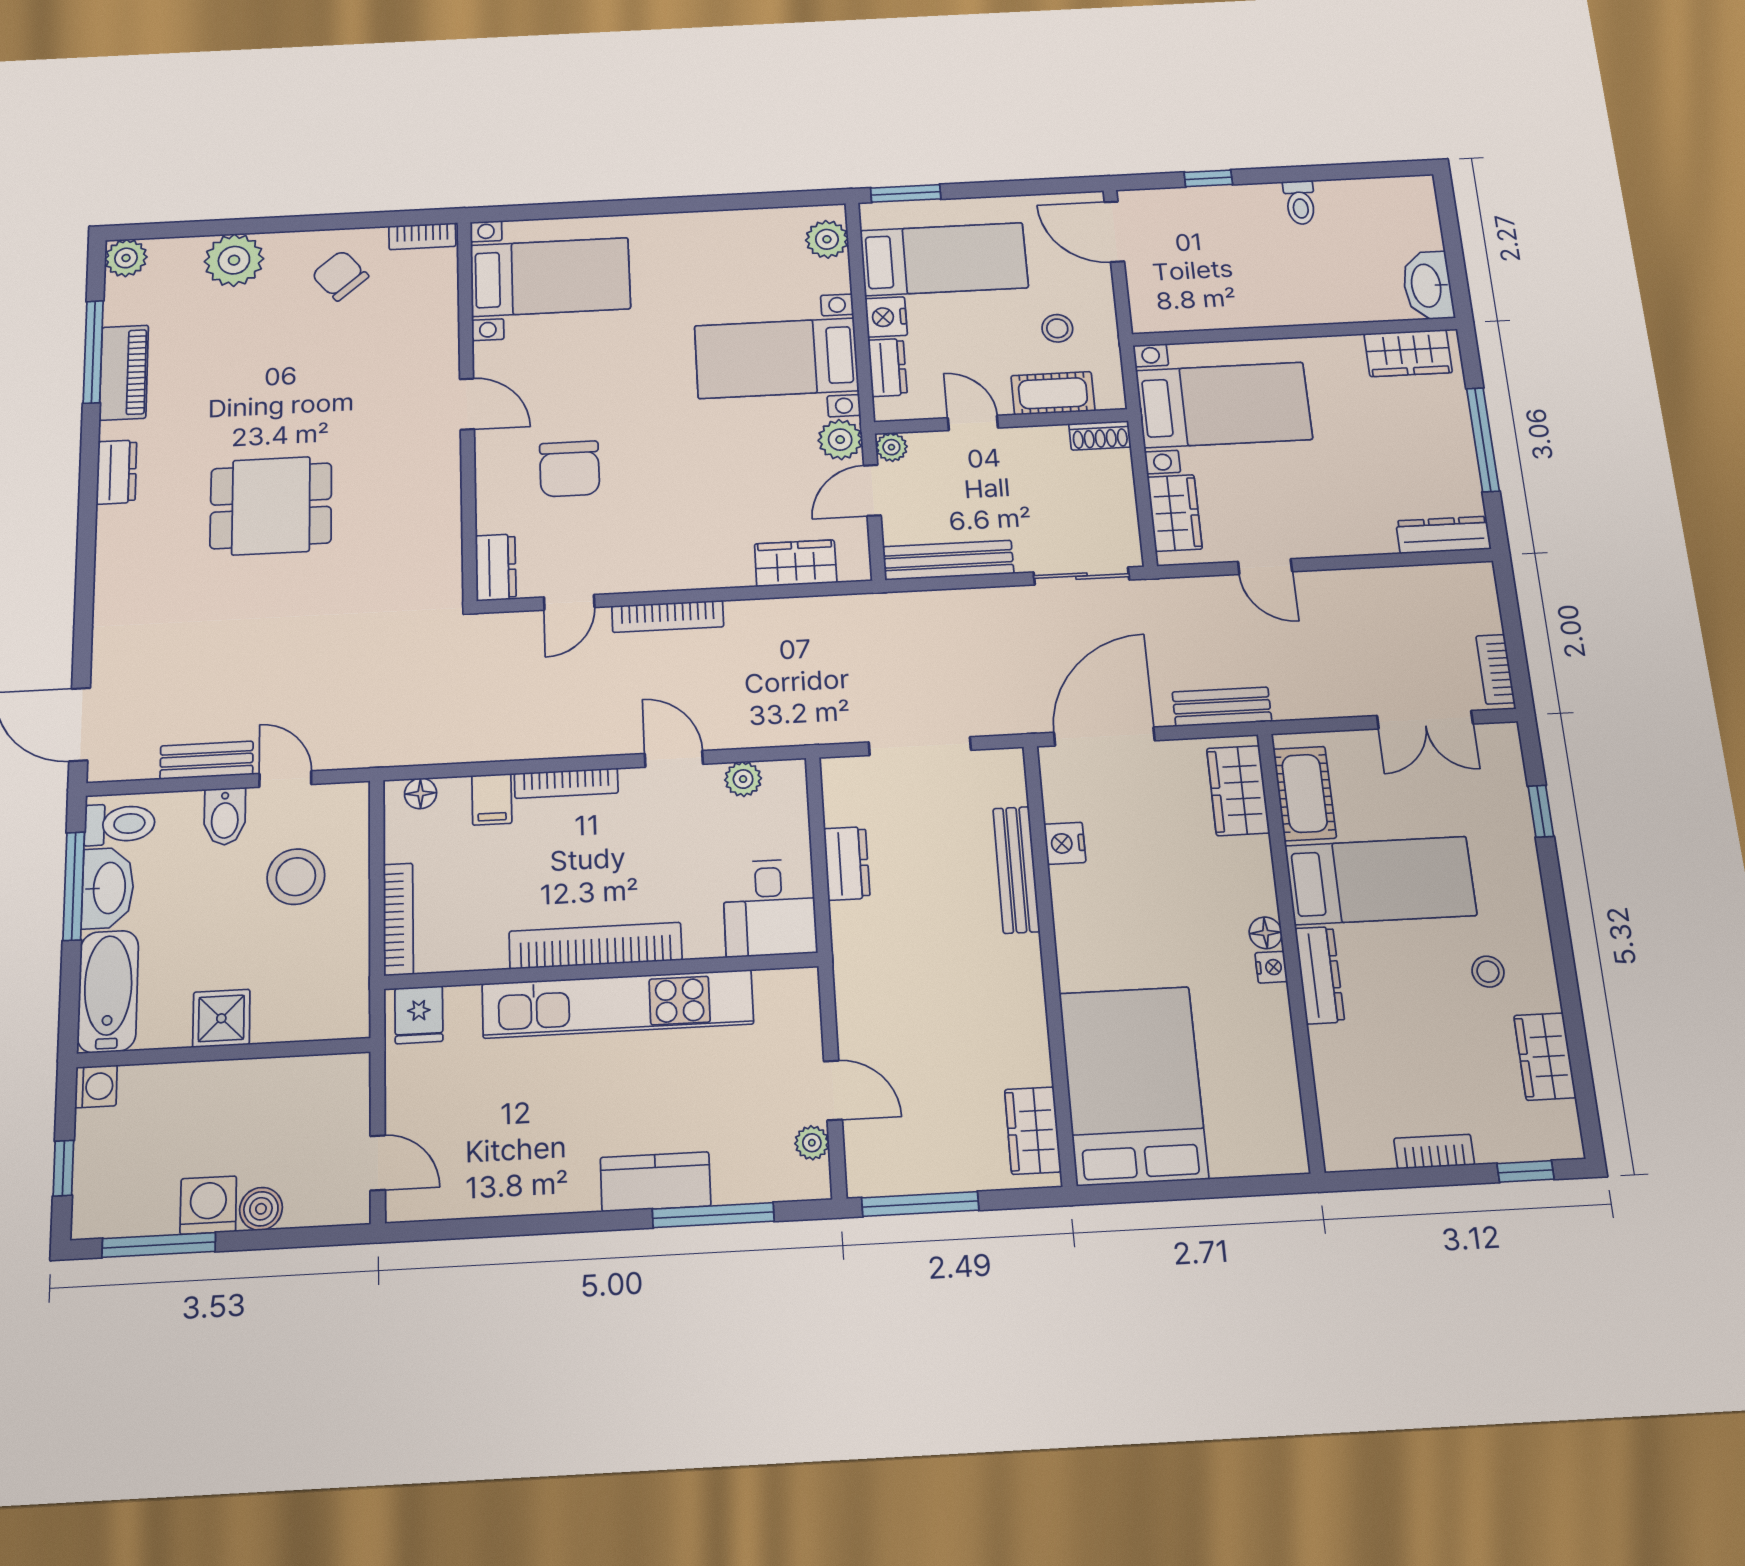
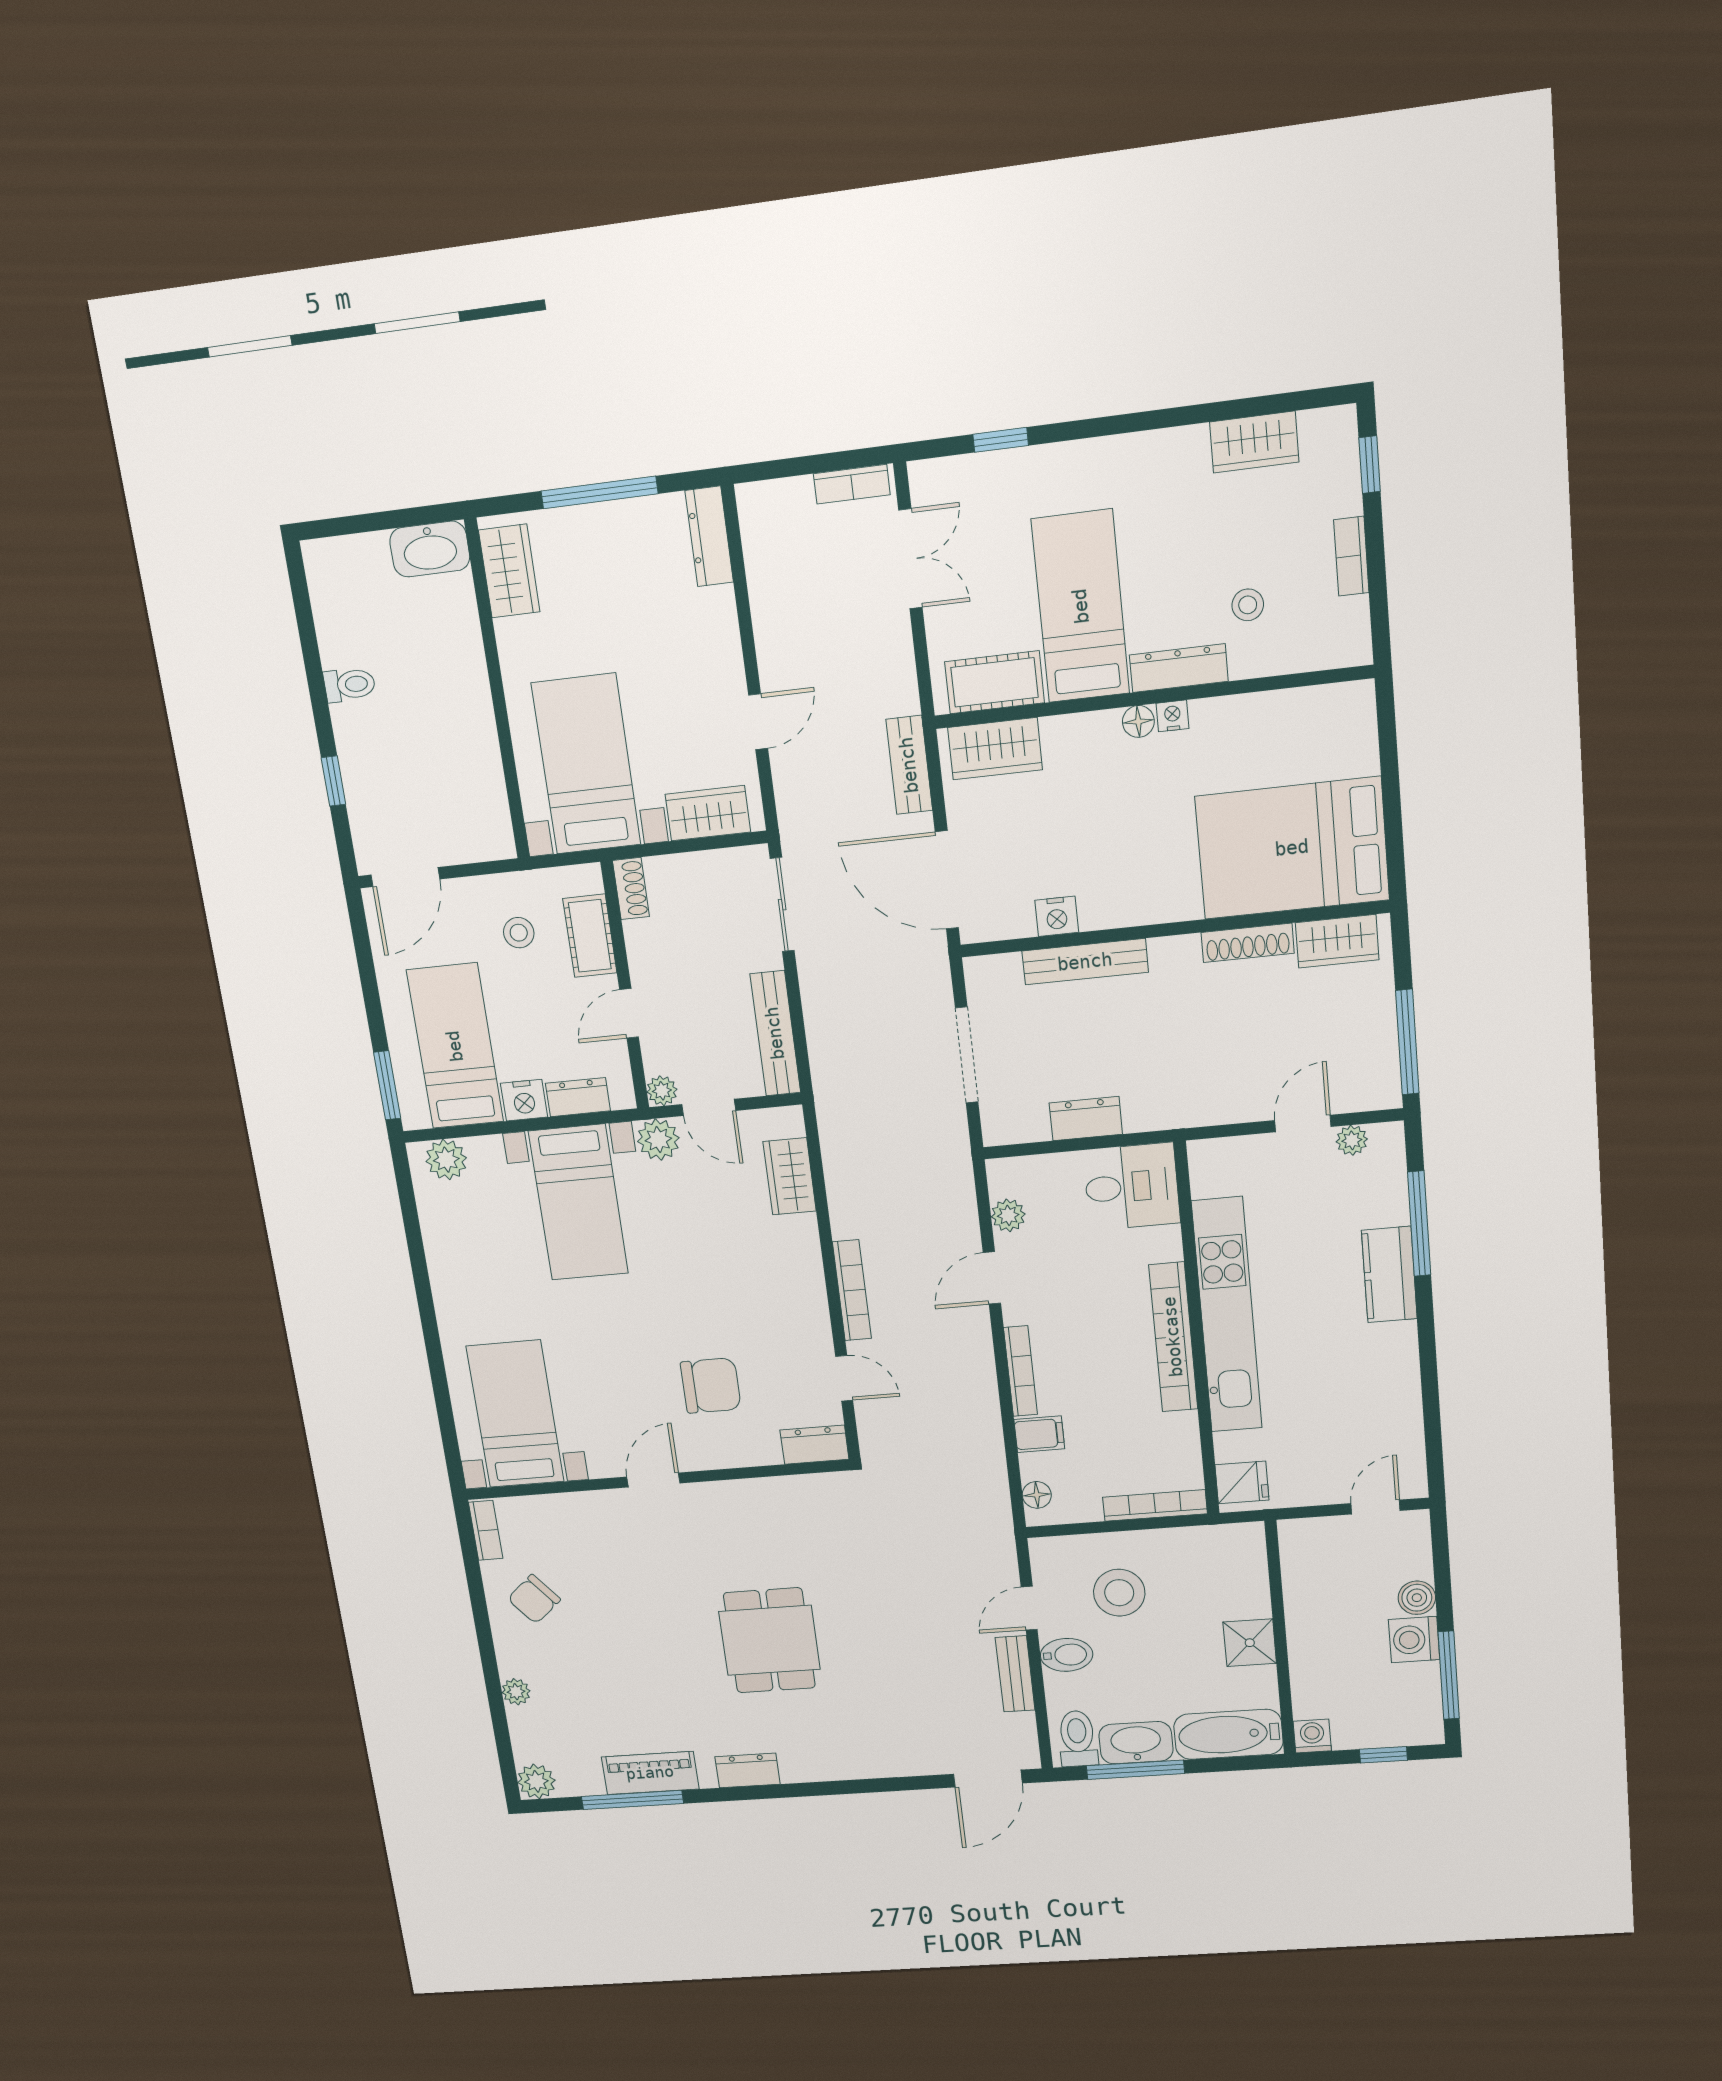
plant: (234, 260) -> (516, 1692), width x0.53, depth x0.53
stool: (1488, 972) -> (1248, 605), moved
shoe rack: (1033, 1037) -> (1248, 943), added

